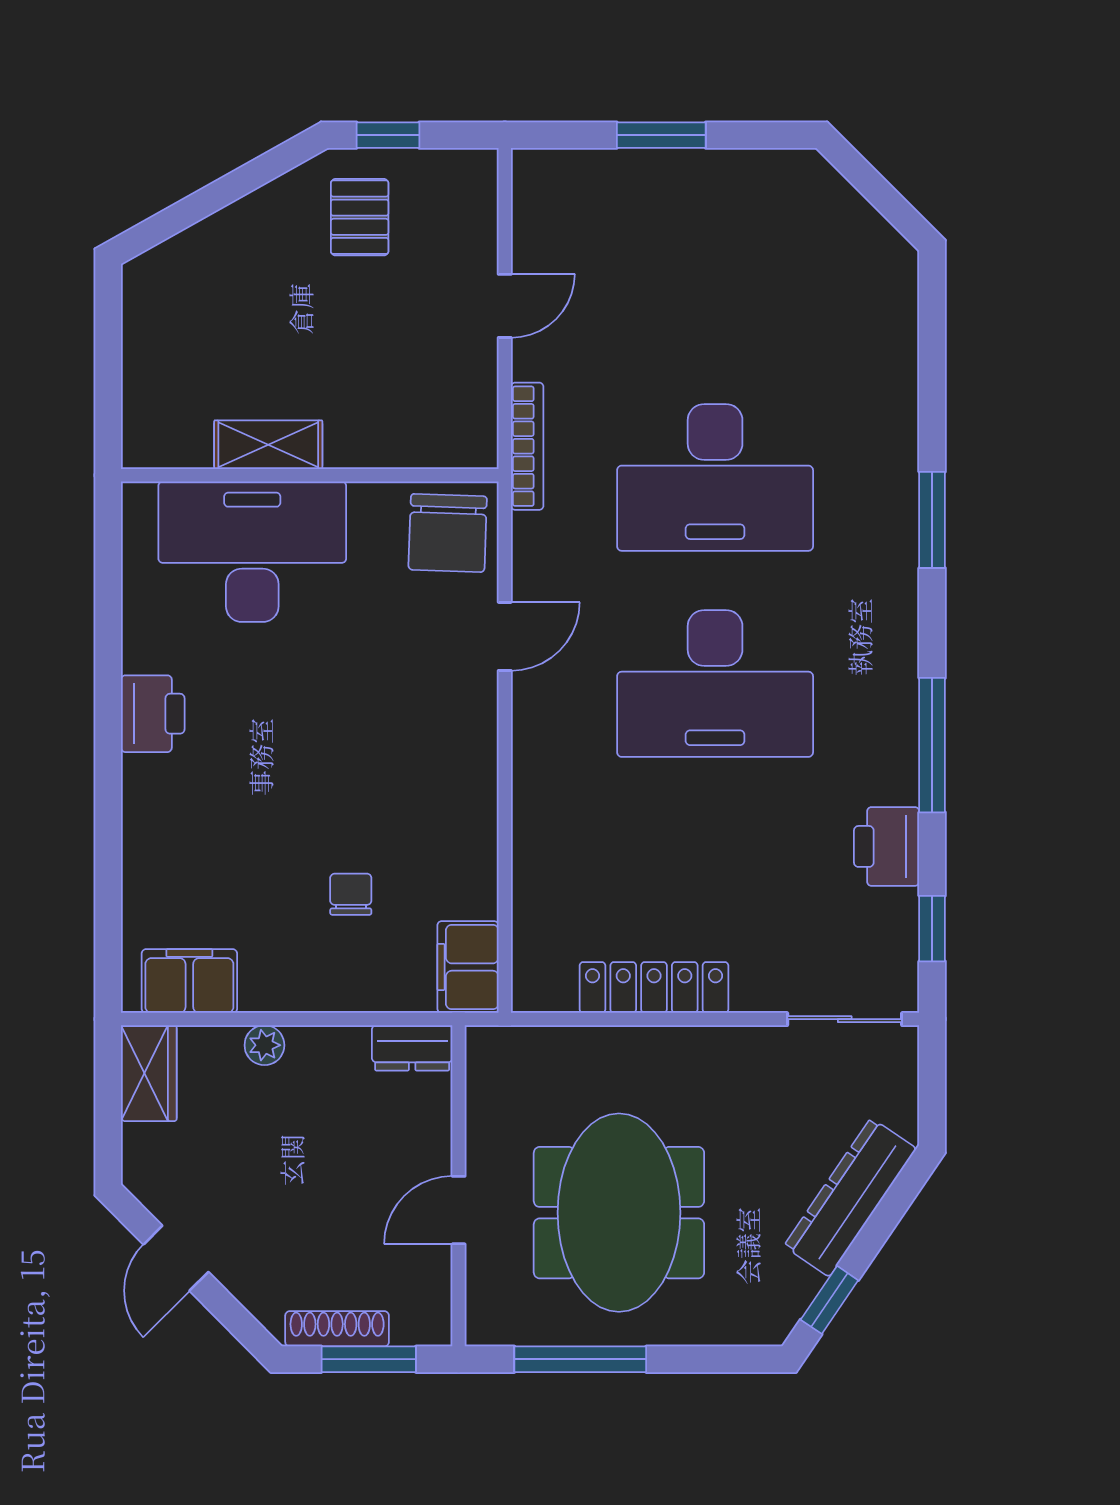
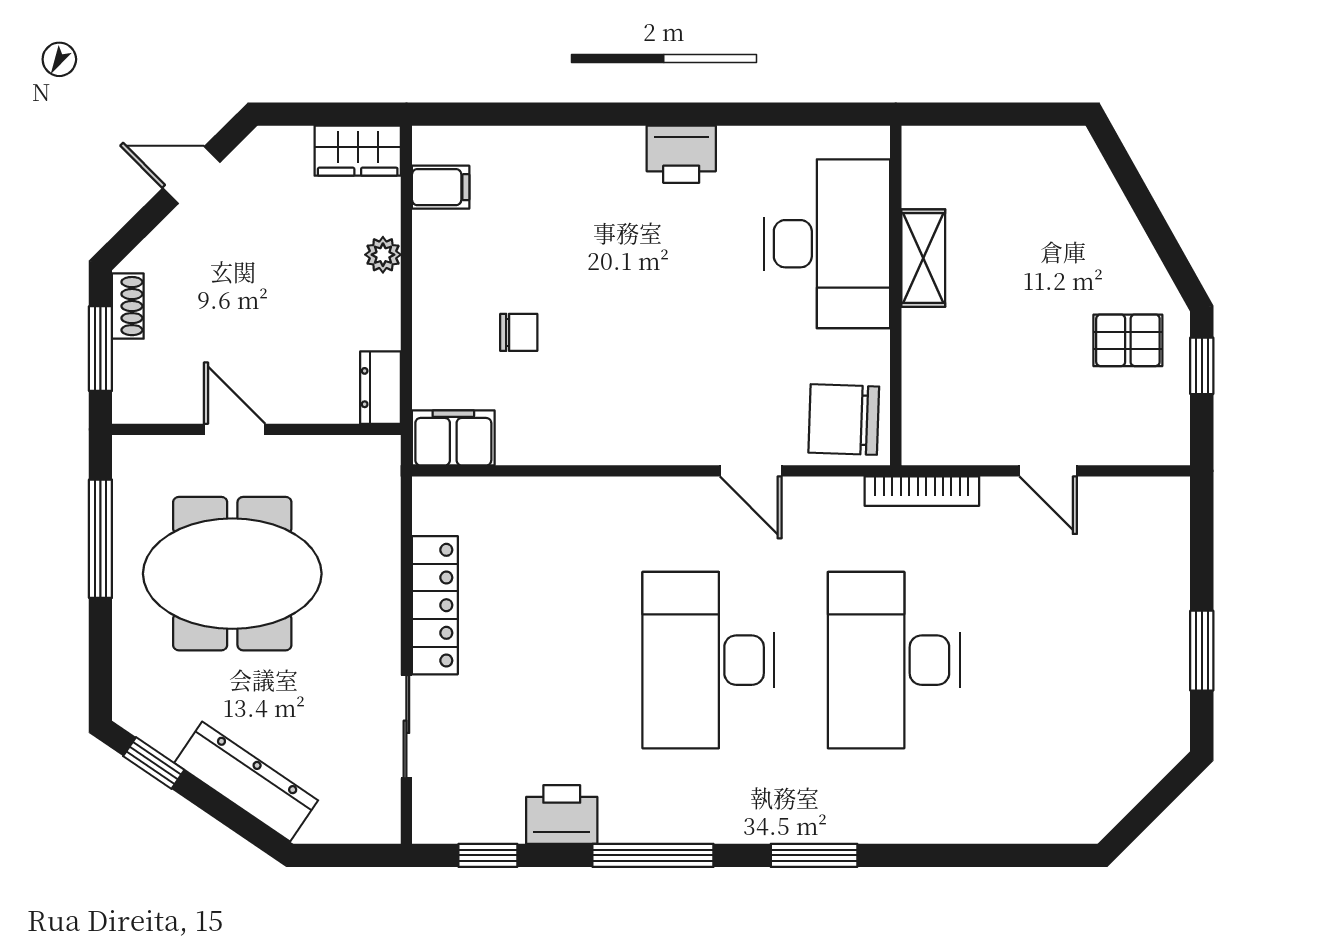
window: (661, 135) -> (1202, 651), moved
window: (932, 520) -> (814, 855), moved
filing cabinet: (189, 981) -> (441, 187), width x0.50
sliding door: (845, 1019) -> (406, 727), moved
shoe rack: (337, 1329) -> (128, 306), width x0.70

